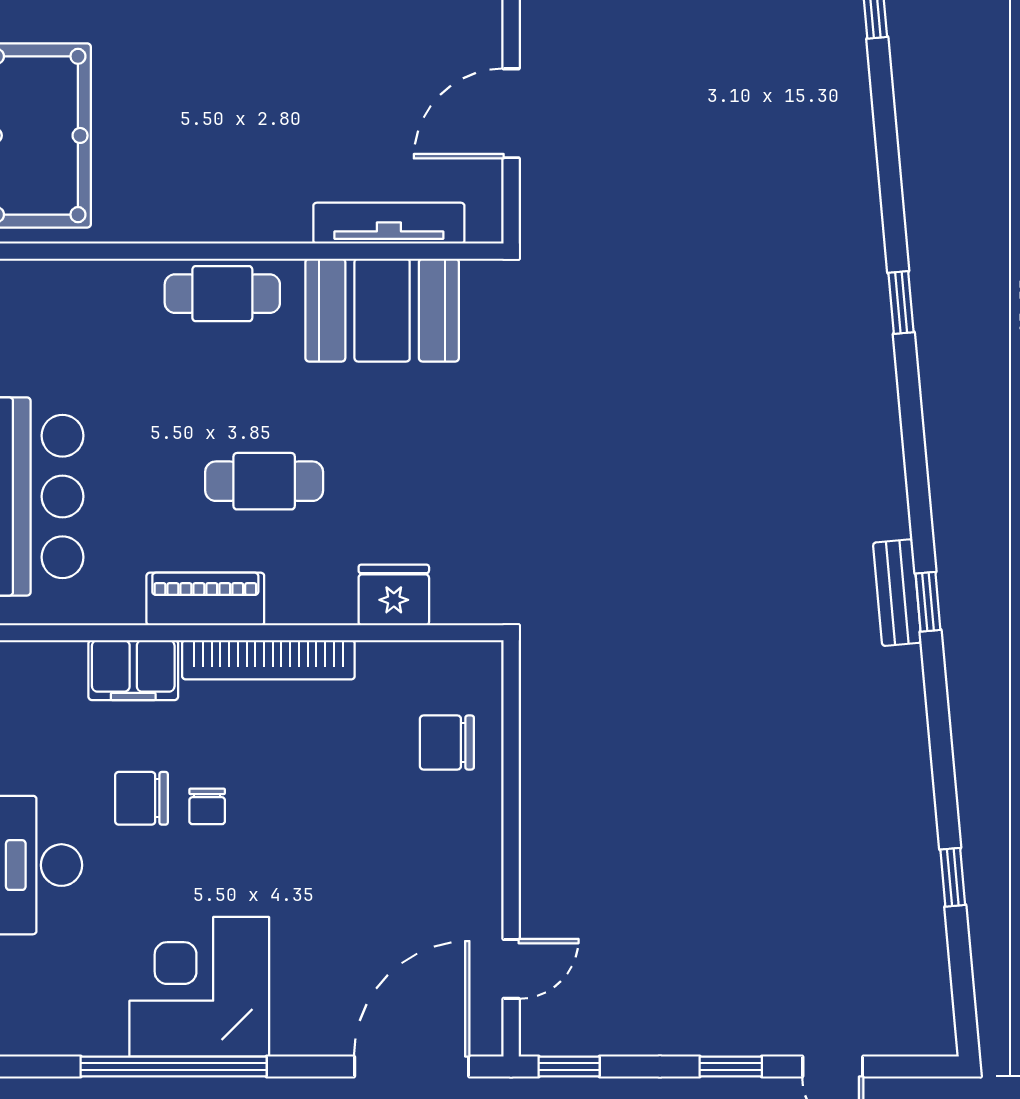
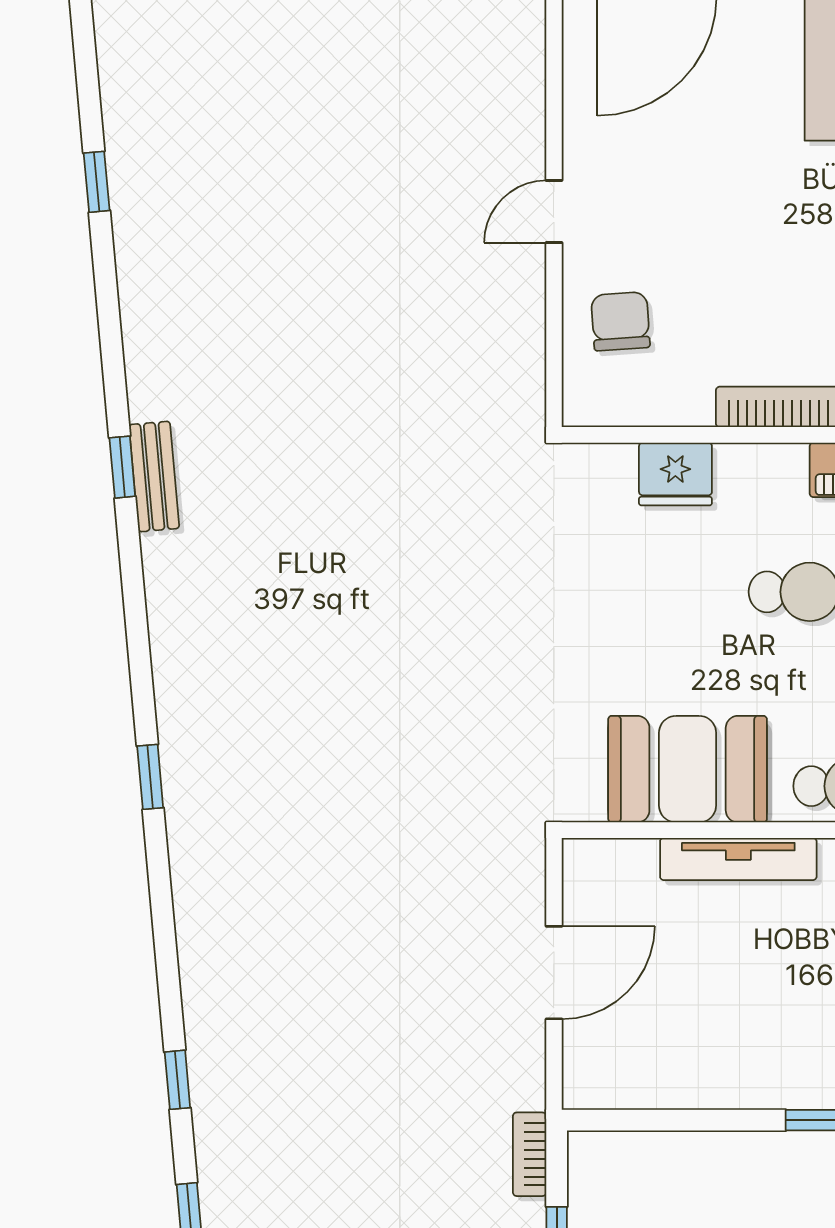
tv unit: (389, 223) -> (738, 859), moved
chair: (447, 742) -> (620, 321), turned -94
door: (511, 969) -> (554, 211), moved

